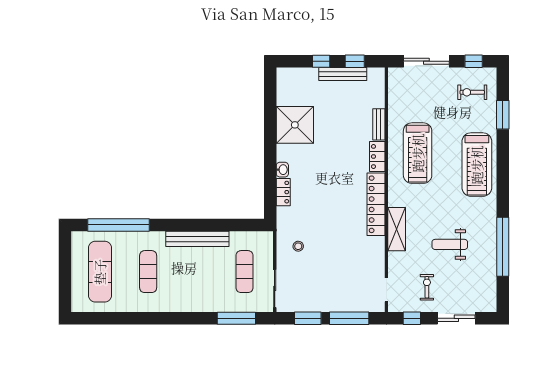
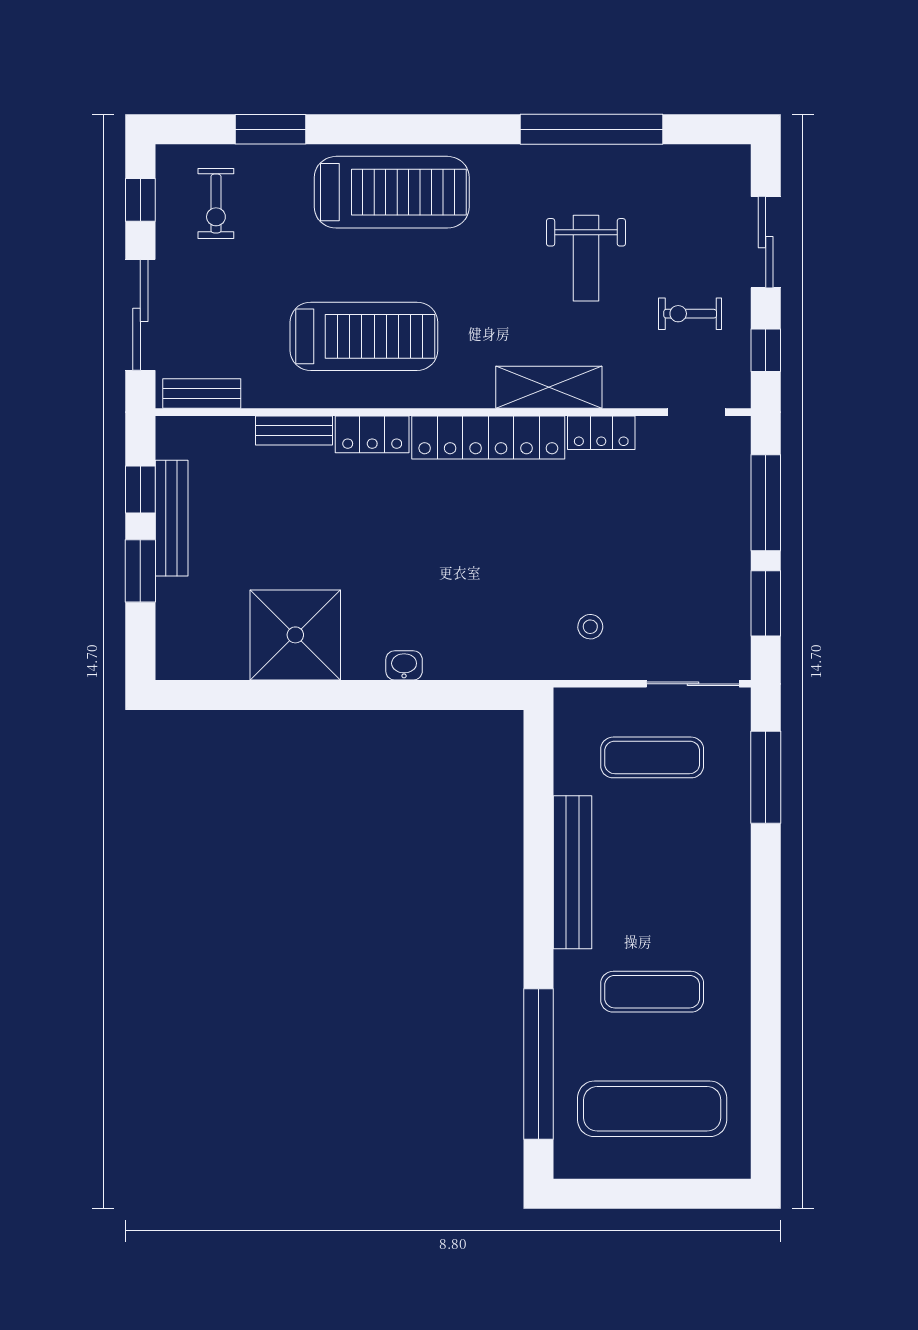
window: (321, 61) -> (140, 571), width x1.50
bench: (394, 86) -> (202, 393), added
locker: (283, 192) -> (601, 433), moved, turned 180

